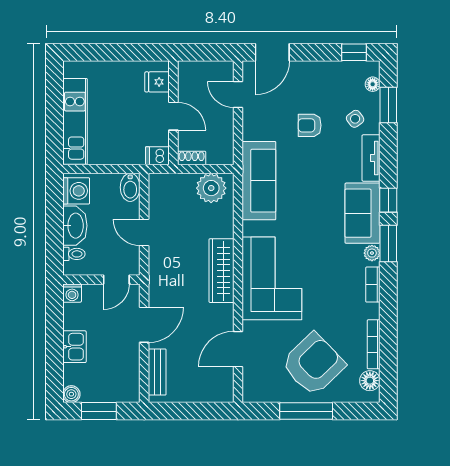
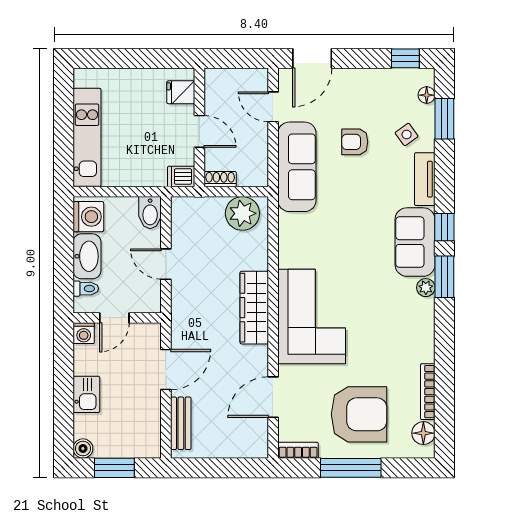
sofa: (259, 181) -> (297, 167), moved
door: (116, 280) -> (114, 318), moved
bookcase: (373, 285) -> (298, 450), moved, turned 90
armchair: (313, 364) -> (359, 414), turned 44

